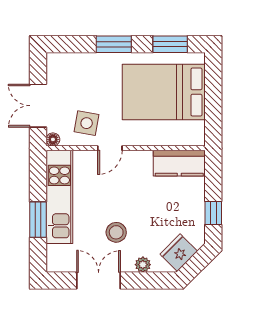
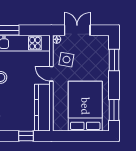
window: (114, 44) -> (114, 60), moved
kitchen counter: (179, 163) -> (42, 108), width x1.50
window: (213, 213) -> (26, 136), moved

